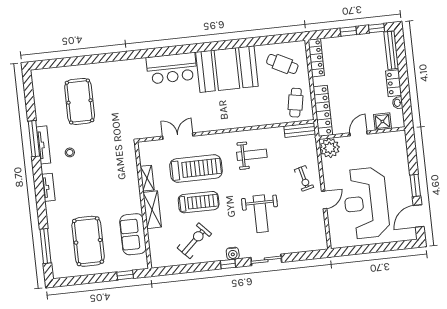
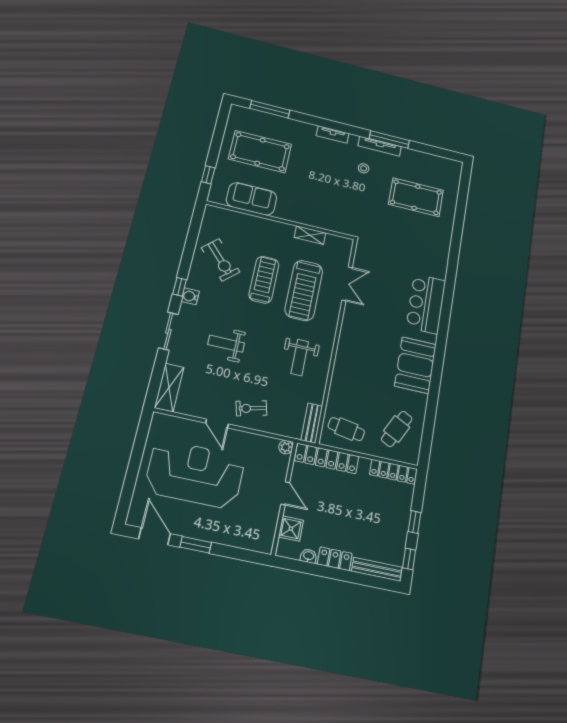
booth: (227, 69) -> (415, 365), width x0.73, depth x0.70
plant: (330, 148) -> (286, 447), width x0.53, depth x0.53
treadmill: (199, 202) -> (264, 280), turned 180
shelving: (152, 210) -> (169, 387), moved, turned 90
weight bench: (261, 214) -> (226, 344), width x0.73, depth x0.75

